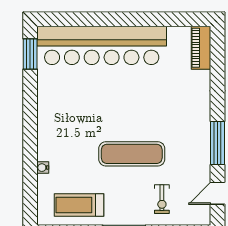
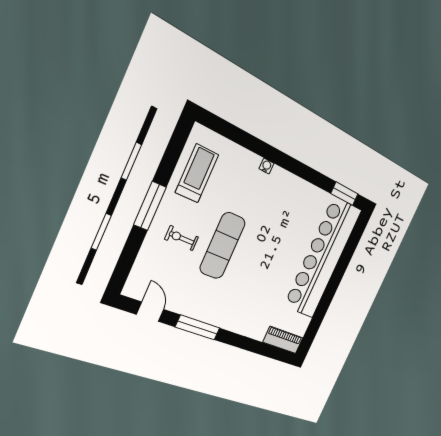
water cooler: (43, 168) -> (266, 166), moved
exercise bike: (162, 199) -> (182, 238), moved

